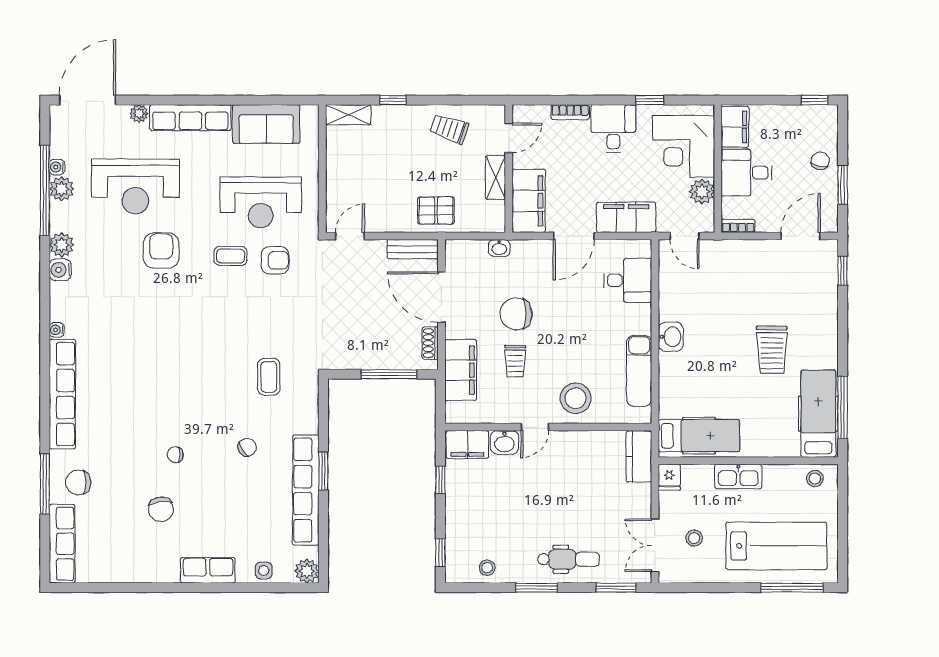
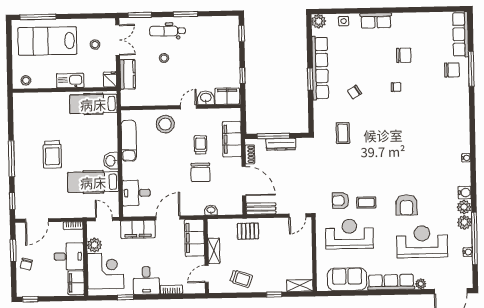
plant: (62, 189) -> (464, 222), moved
chair: (516, 314) -> (200, 172), turned 90
trolley: (772, 350) -> (52, 154), turned 180
dresser: (376, 360) -> (281, 144), added
row of seats: (62, 394) -> (462, 121), removed
window: (843, 407) -> (11, 159), moved
hospital bed: (818, 414) -> (93, 182), moved, turned 90
kitchen counter: (639, 457) -> (128, 74), moved
chair: (161, 509) -> (404, 55), turned 97
stool: (487, 568) -> (164, 58), moved

